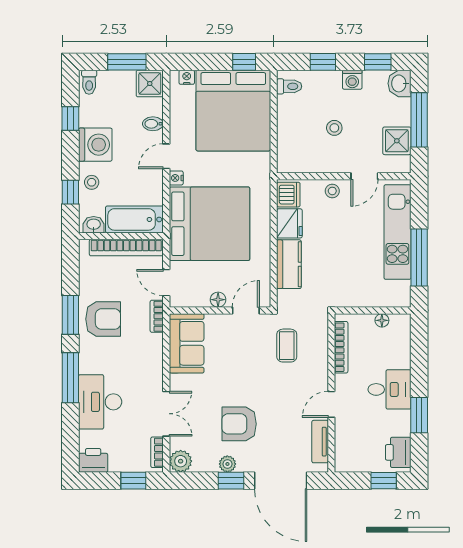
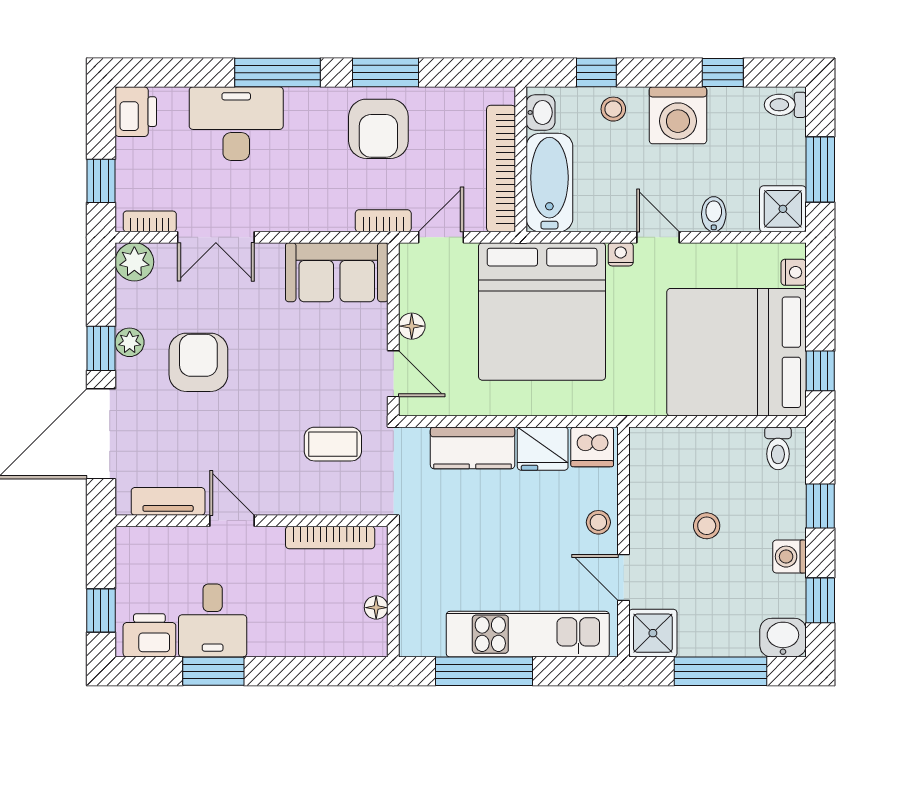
shower: (397, 141) -> (653, 633), moved
desk: (389, 389) -> (213, 620), moved

